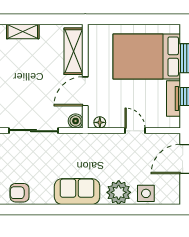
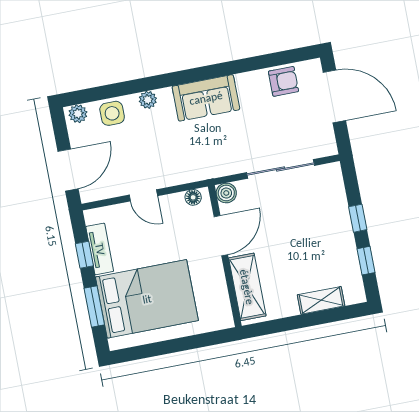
plant: (119, 192) -> (148, 100), width x0.53, depth x0.53
plant: (170, 198) -> (78, 114), added

